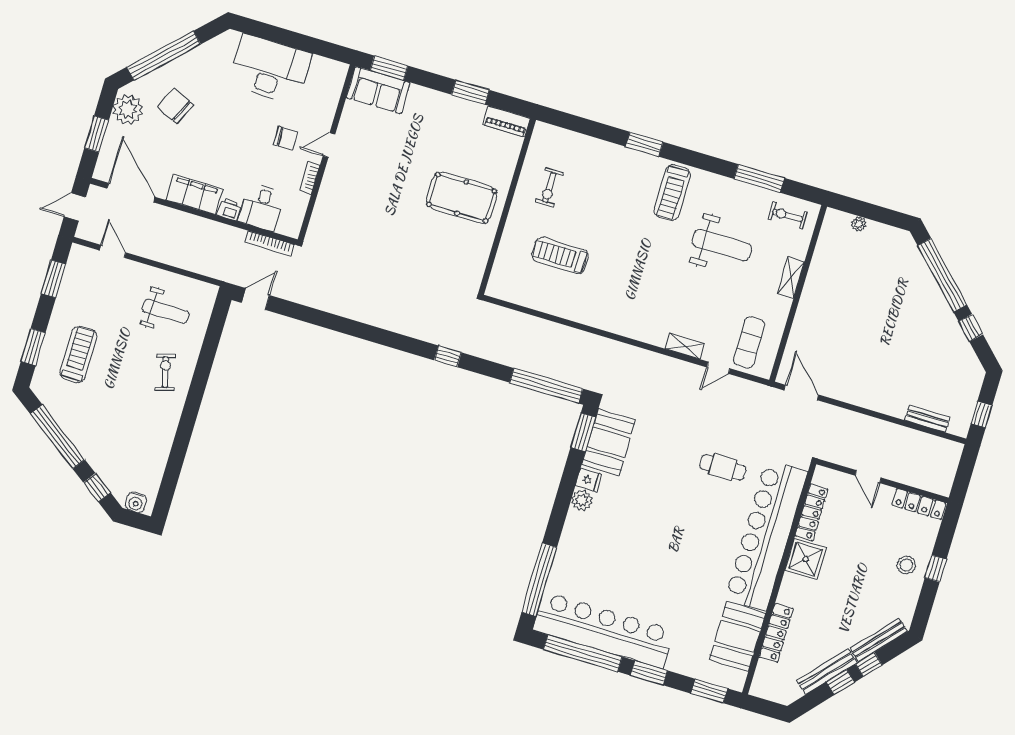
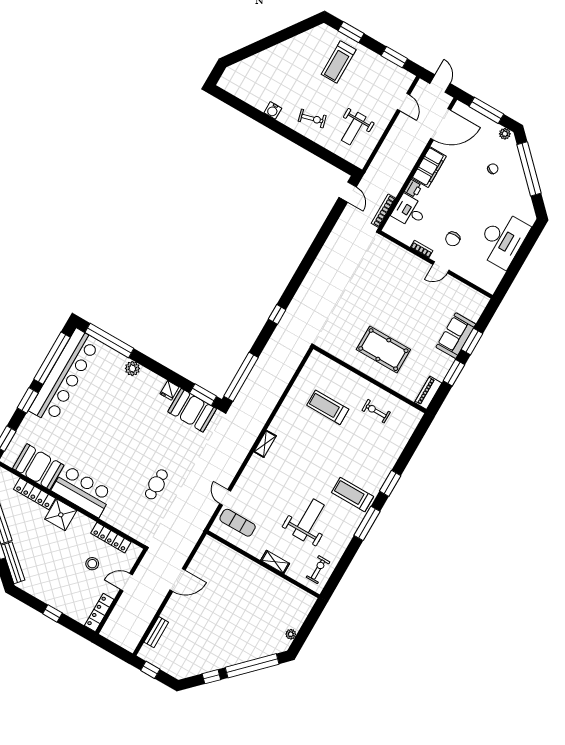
window: (389, 68) -> (472, 342), moved
sofa: (378, 90) -> (456, 336), moved
chair: (175, 106) -> (493, 169), width x0.54, depth x0.54
plant: (128, 110) -> (505, 134), width x0.53, depth x0.53
window: (97, 134) -> (486, 110), width x1.44
door: (329, 145) -> (441, 267), swing flipped
window: (759, 178) -> (367, 523), moved
pool table: (462, 198) -> (383, 350), turned 90
plant: (859, 224) -> (291, 634), moved
weight bench: (722, 245) -> (308, 520), turned 180
door: (113, 251) -> (403, 102), hinge flipped
treadmill: (560, 256) -> (328, 407), turned -90
shelving: (685, 346) -> (265, 444), moved
treadmill: (78, 354) -> (339, 62), turned 90
door: (801, 393) -> (178, 580), moved
window: (58, 437) -> (286, 34), removed
window: (97, 488) -> (244, 53), removed
plant: (582, 500) -> (132, 368), moved
water cooler: (136, 502) -> (273, 110), moved, turned -90
bar counter: (766, 535) -> (82, 491), width x0.54
shower: (806, 559) -> (61, 515), moved
stool: (906, 565) -> (92, 564), moved

